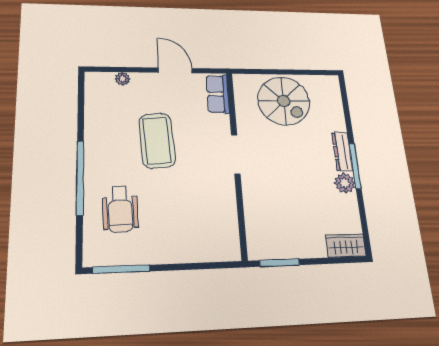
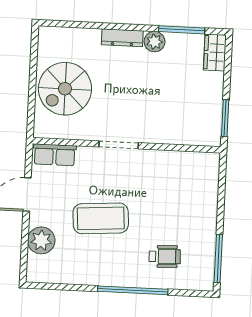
plant: (123, 79) -> (41, 240), width x1.88, depth x1.88
spiral stairs: (284, 101) -> (65, 89), turned 180
window: (355, 166) -> (182, 30), moved
wheelchair: (120, 209) -> (165, 256), width x0.73, depth x0.73

